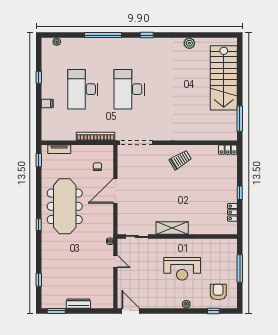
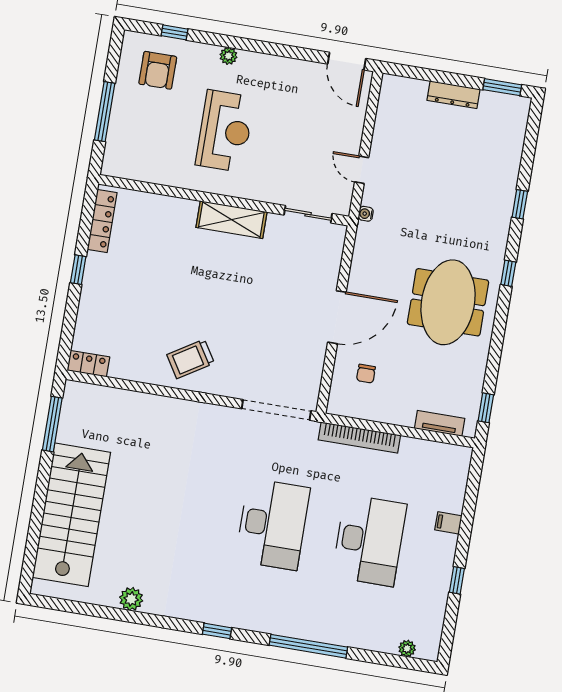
meeting table: (65, 206) -> (448, 302), width x0.73
locker: (232, 212) -> (102, 221), width x1.53
reception desk: (182, 269) -> (225, 131), turned 90
window: (39, 280) -> (520, 204), moved

